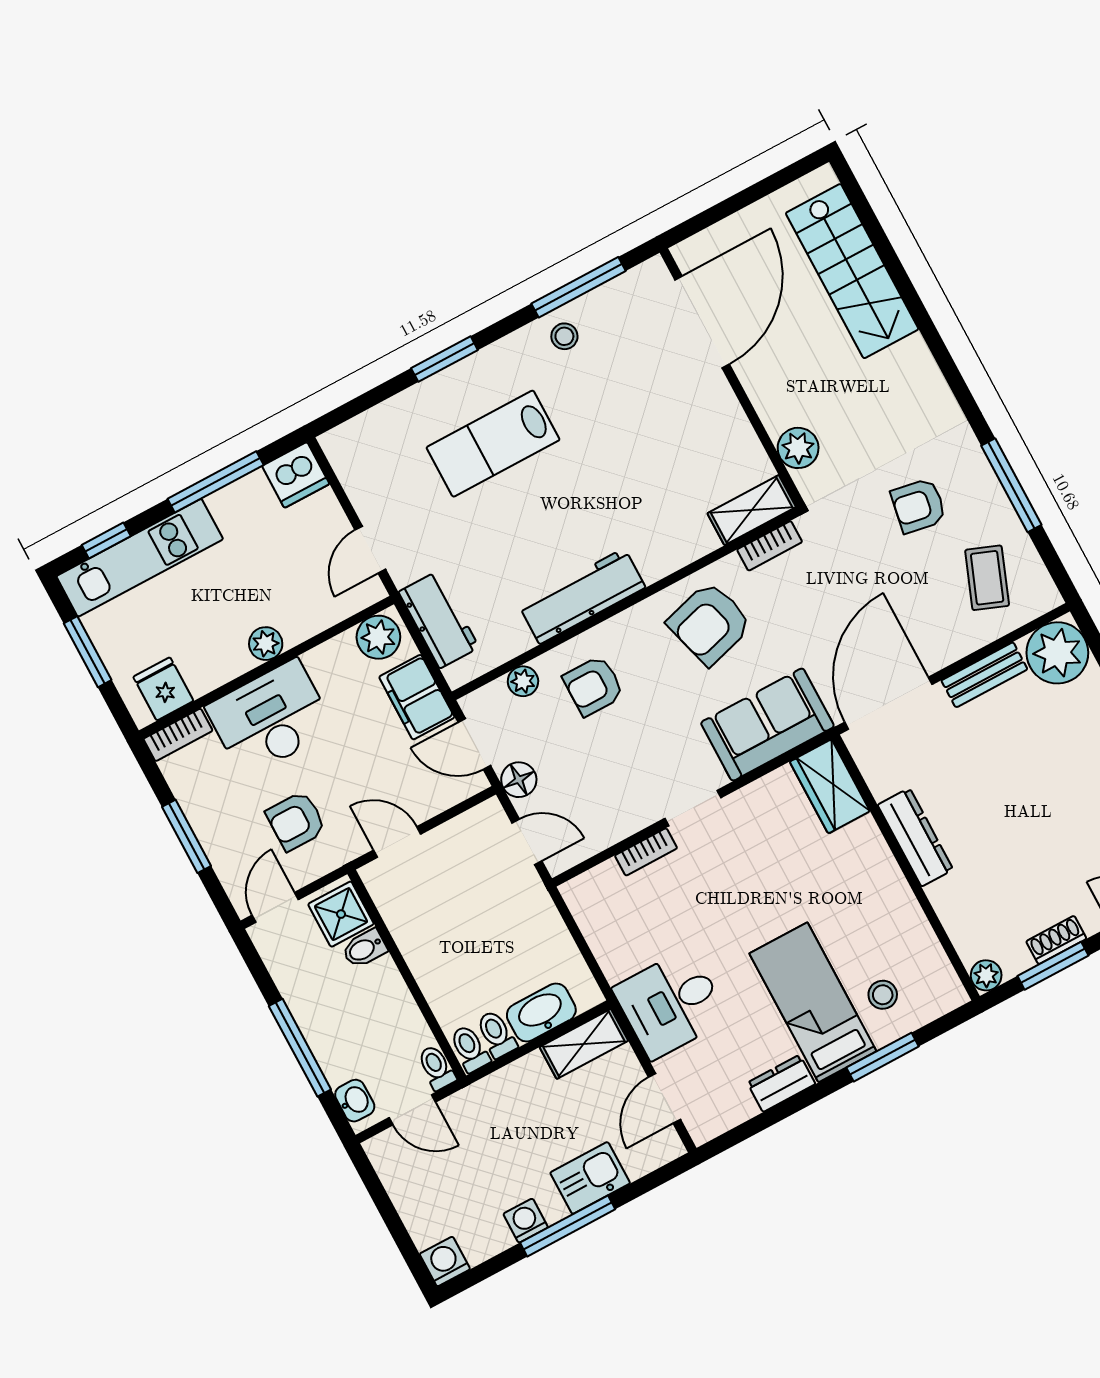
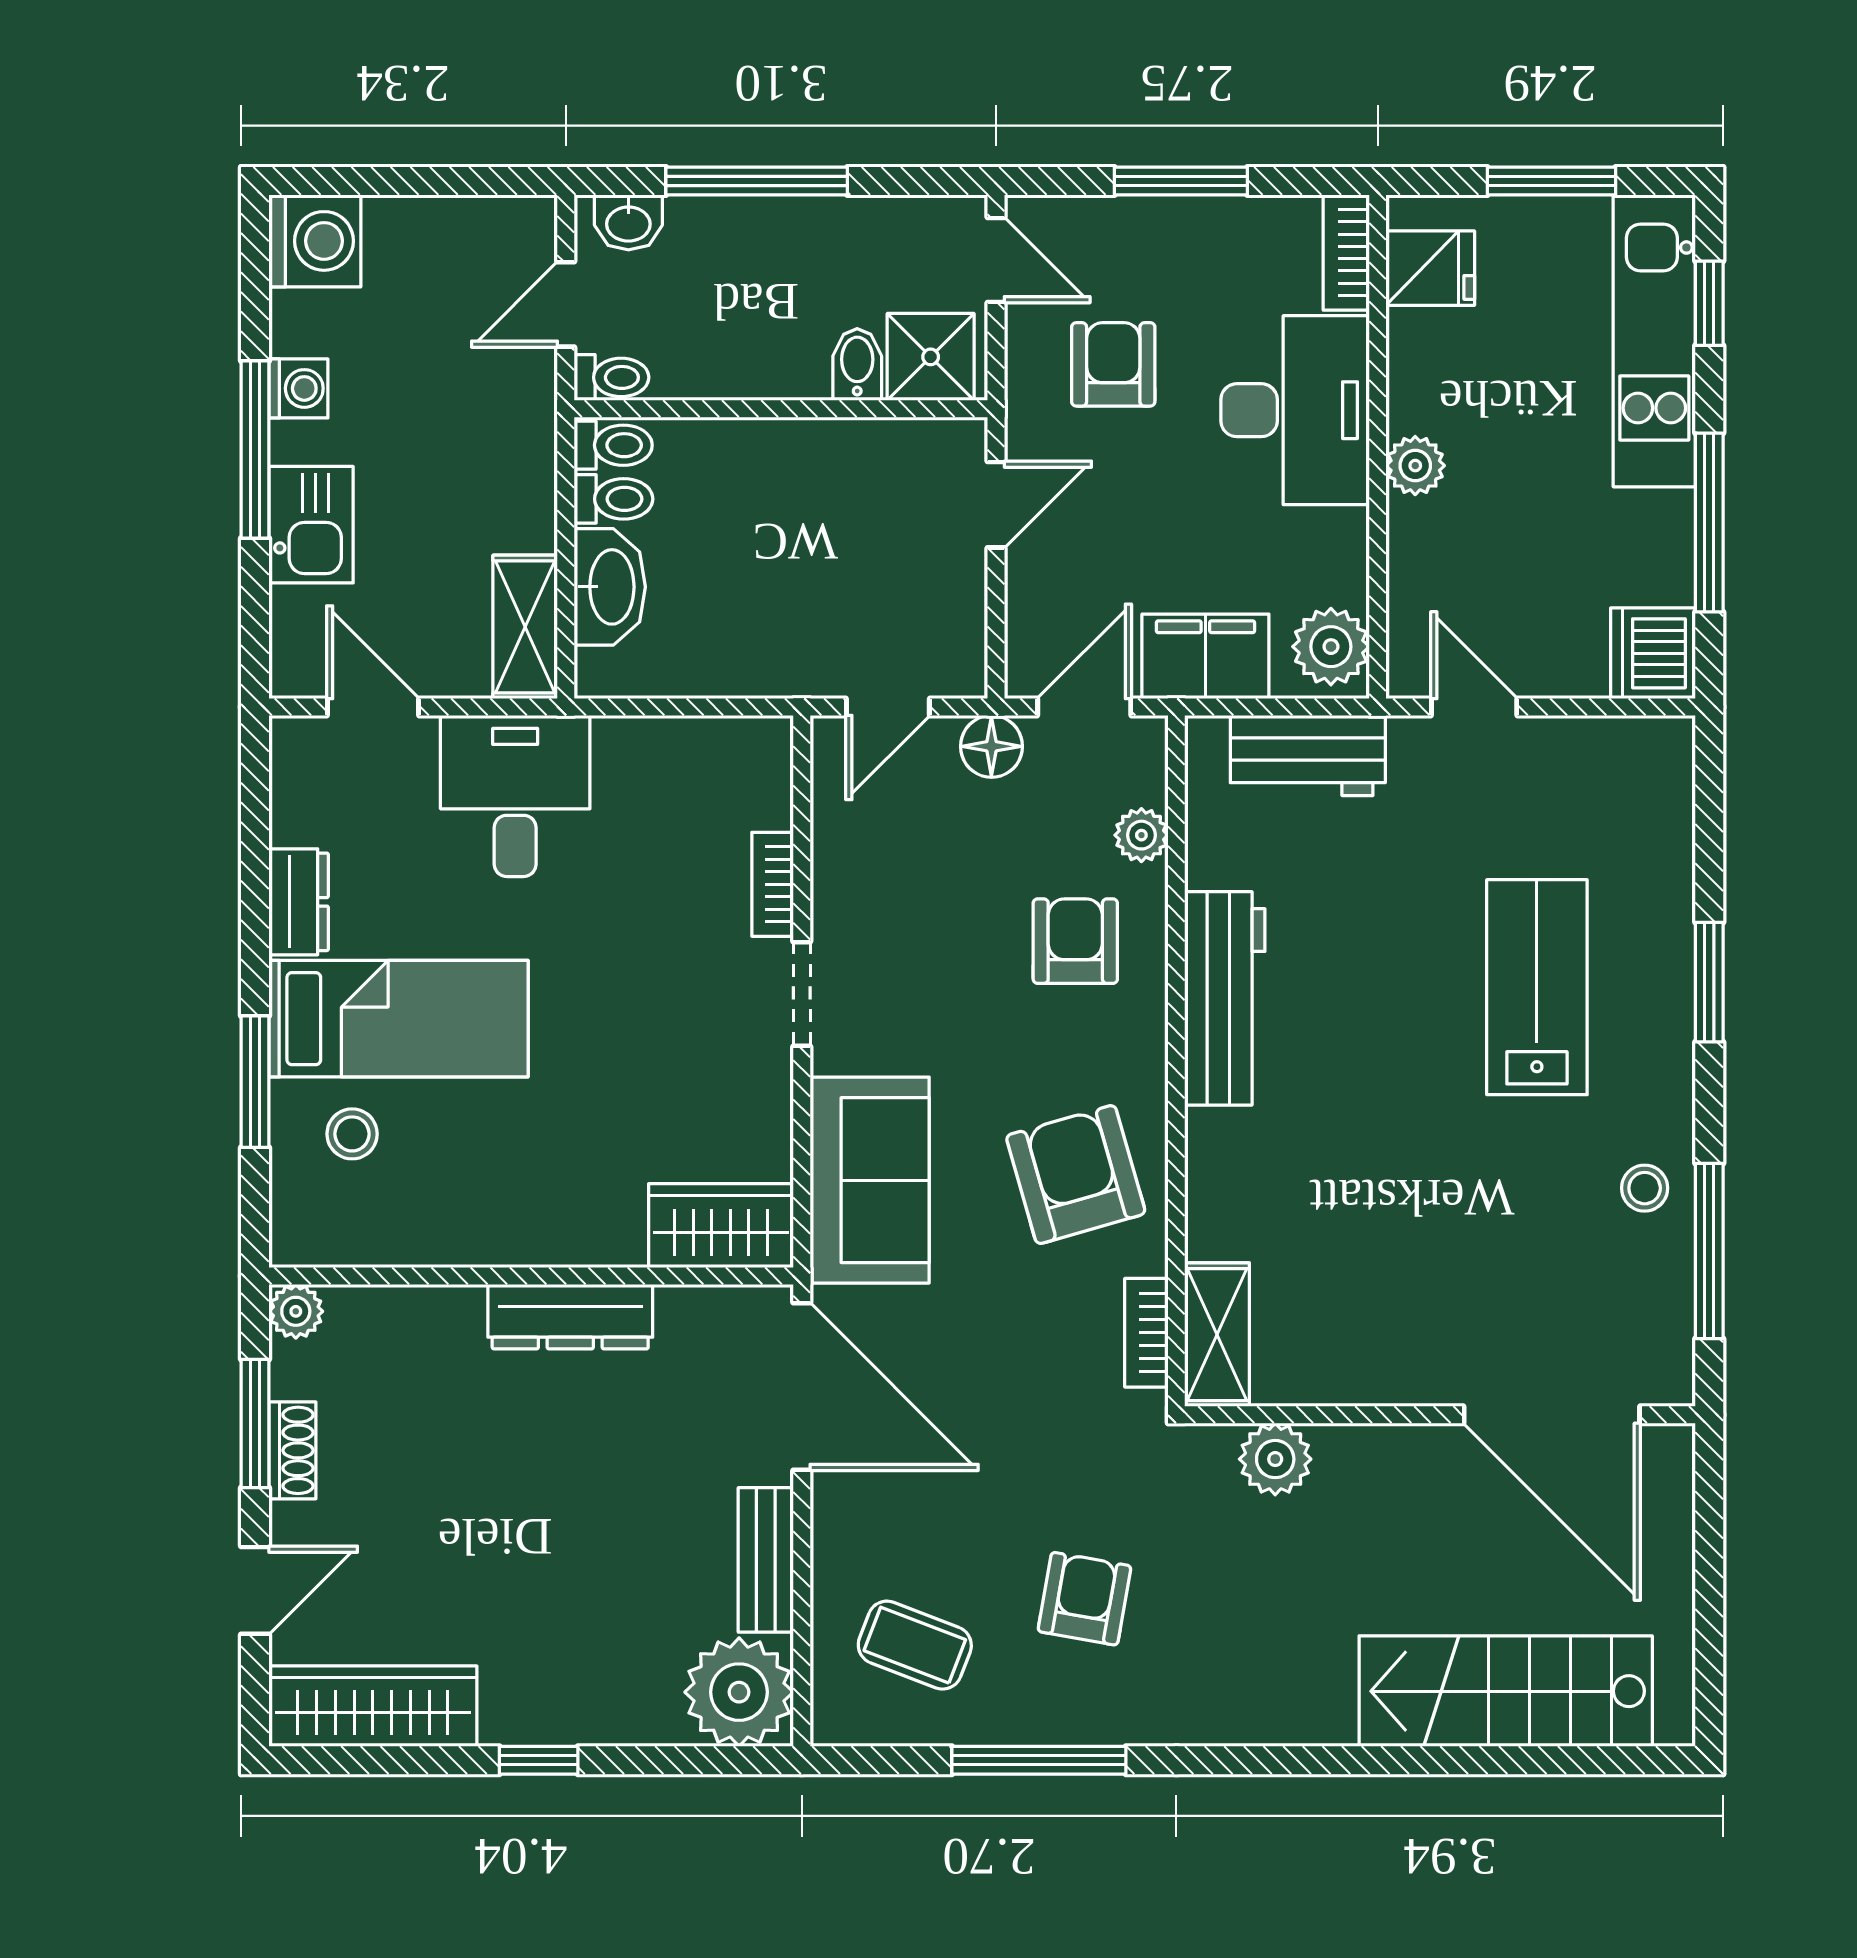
washing machine: (445, 1262) -> (315, 241), width x1.38, depth x1.38

